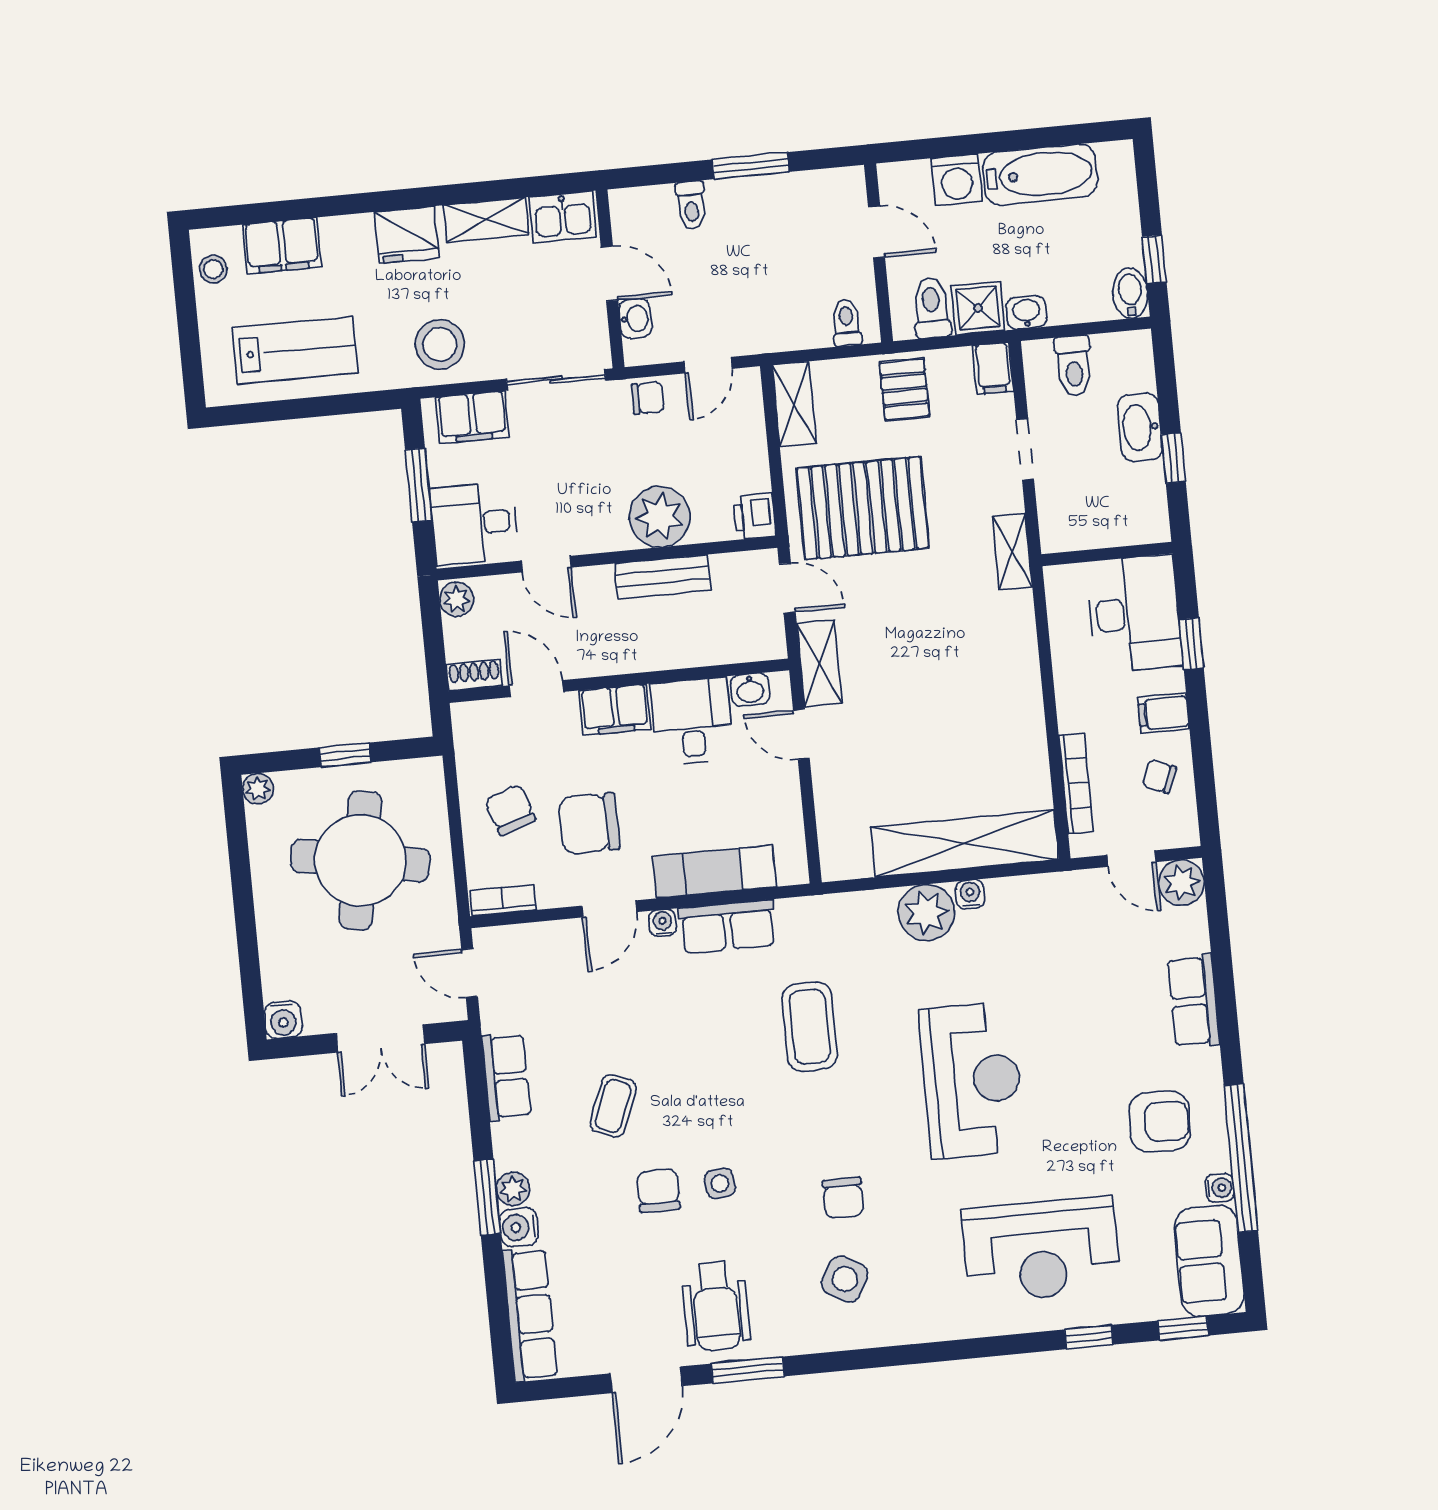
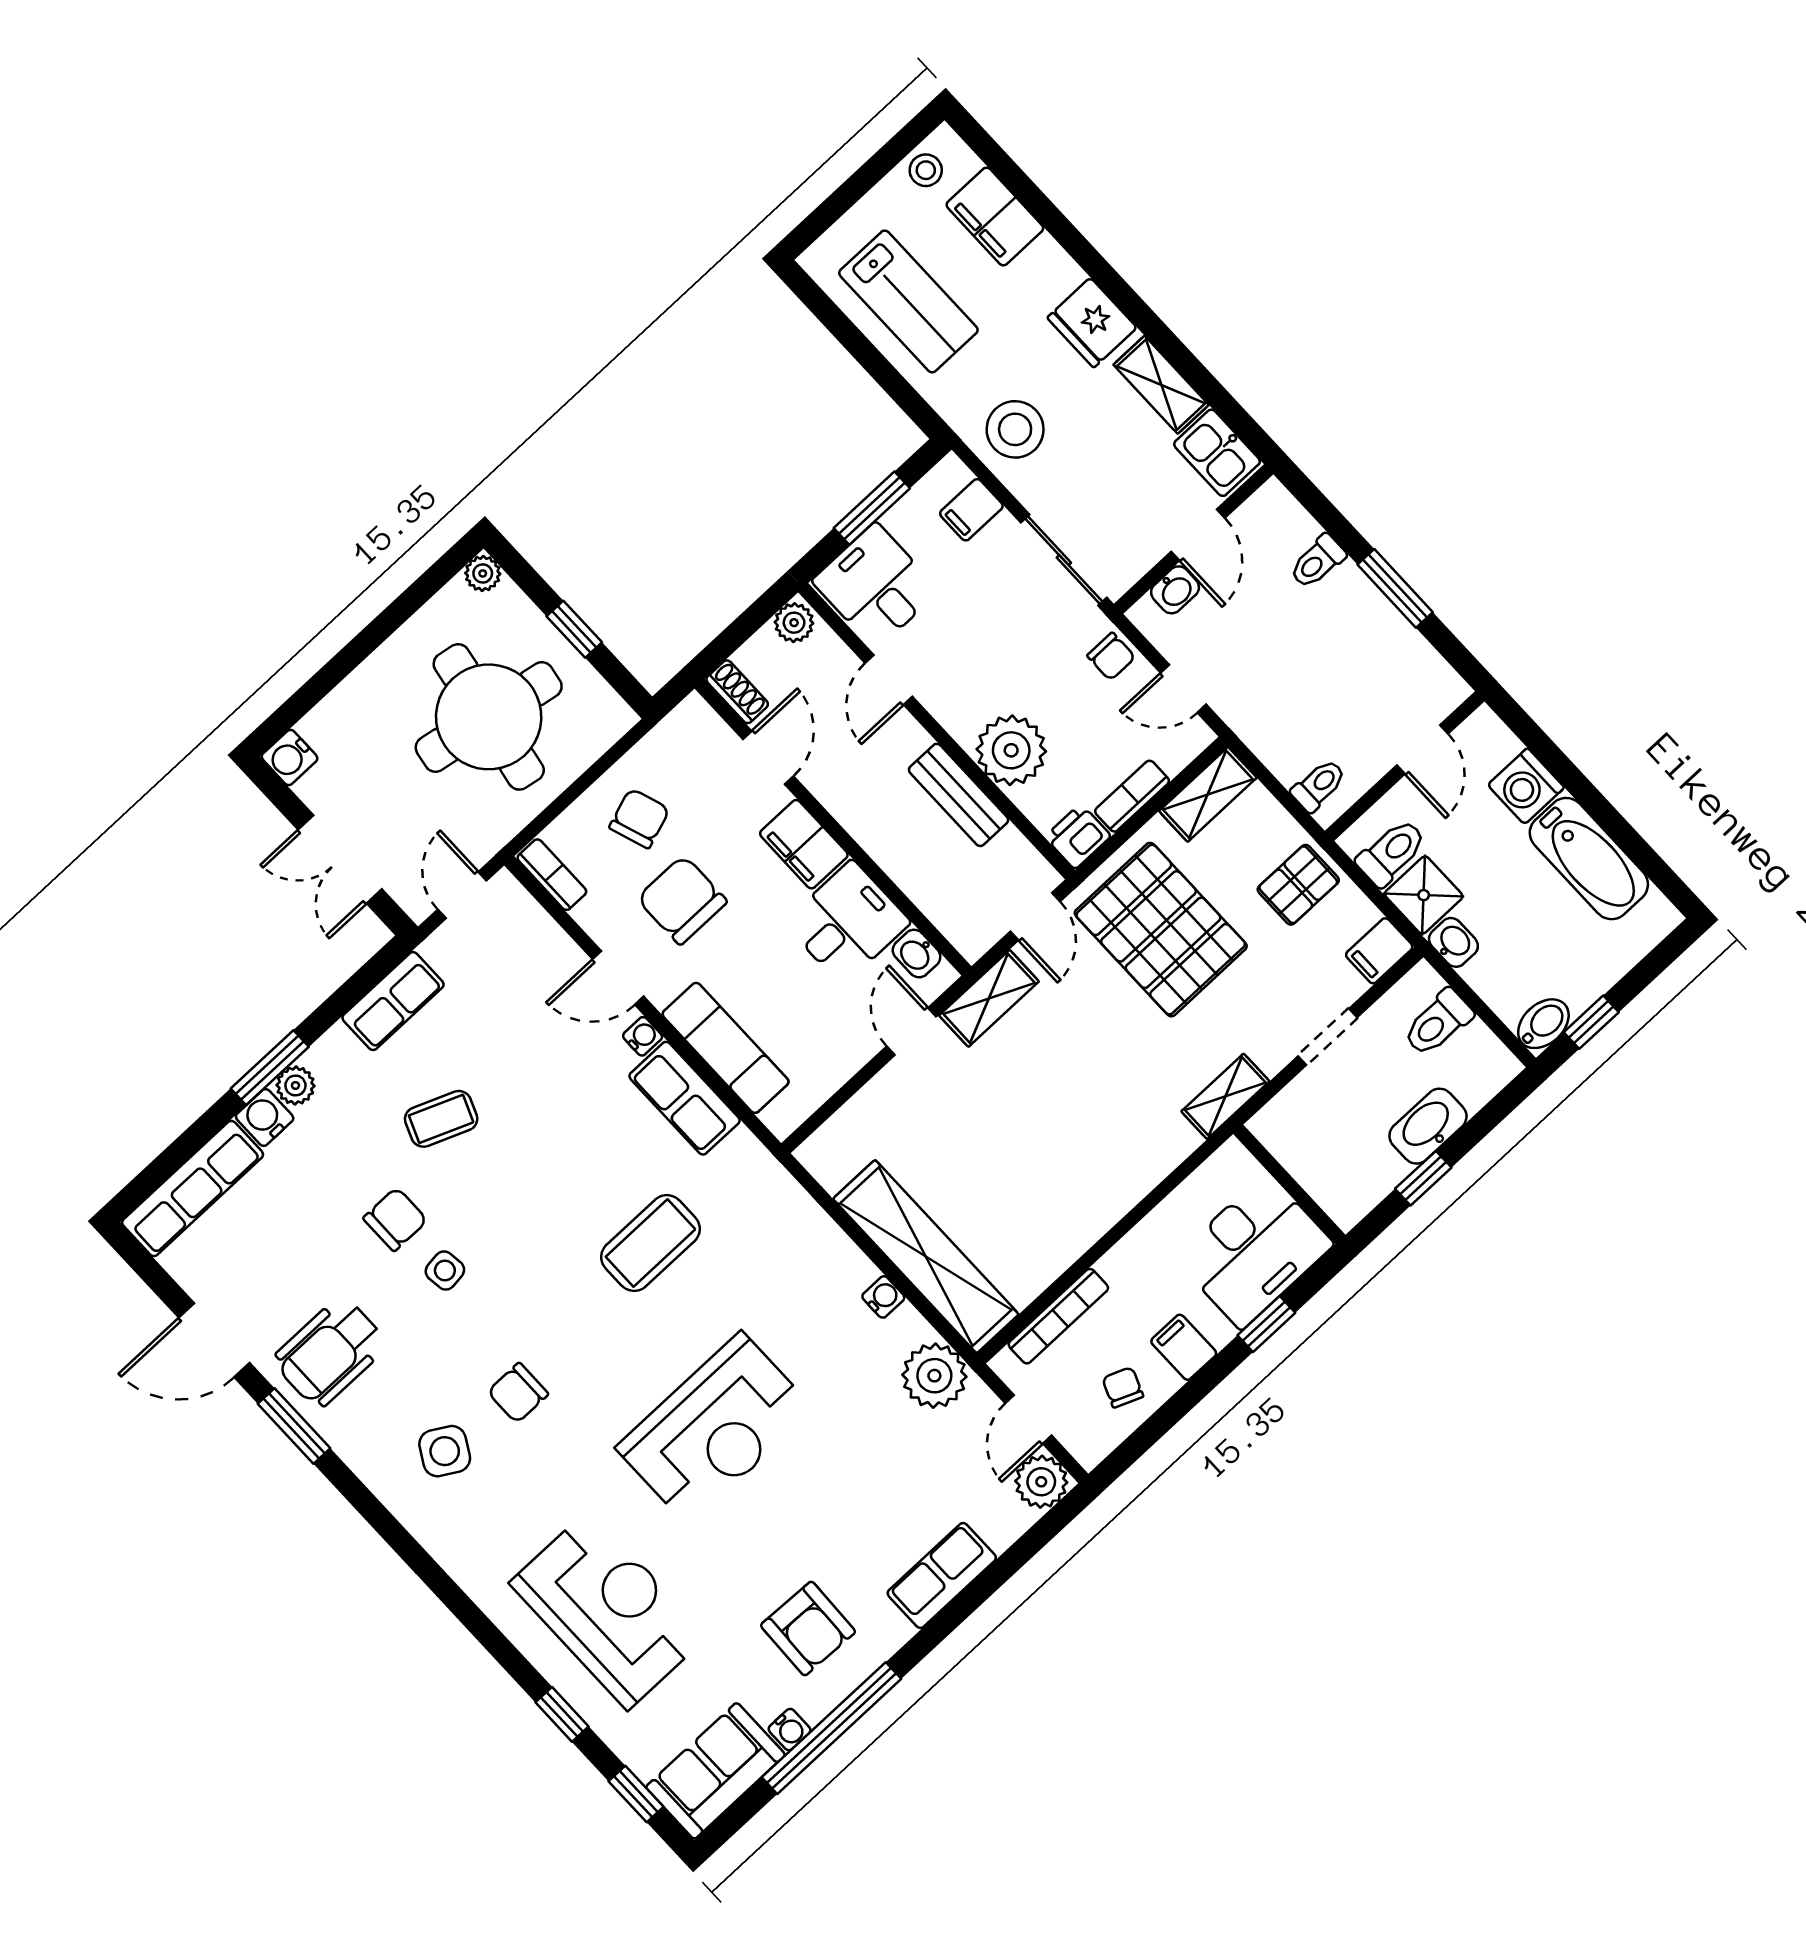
filing cabinet: (472, 417) -> (971, 510), width x0.50
bookcase: (755, 457) -> (1132, 796), added
plant: (926, 913) -> (934, 1376), moved
reception desk: (1041, 1250) -> (608, 1610), turned 180

